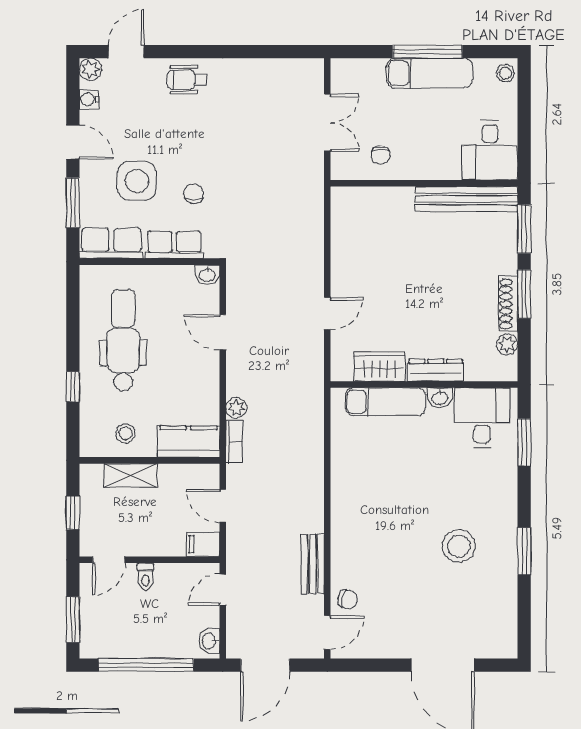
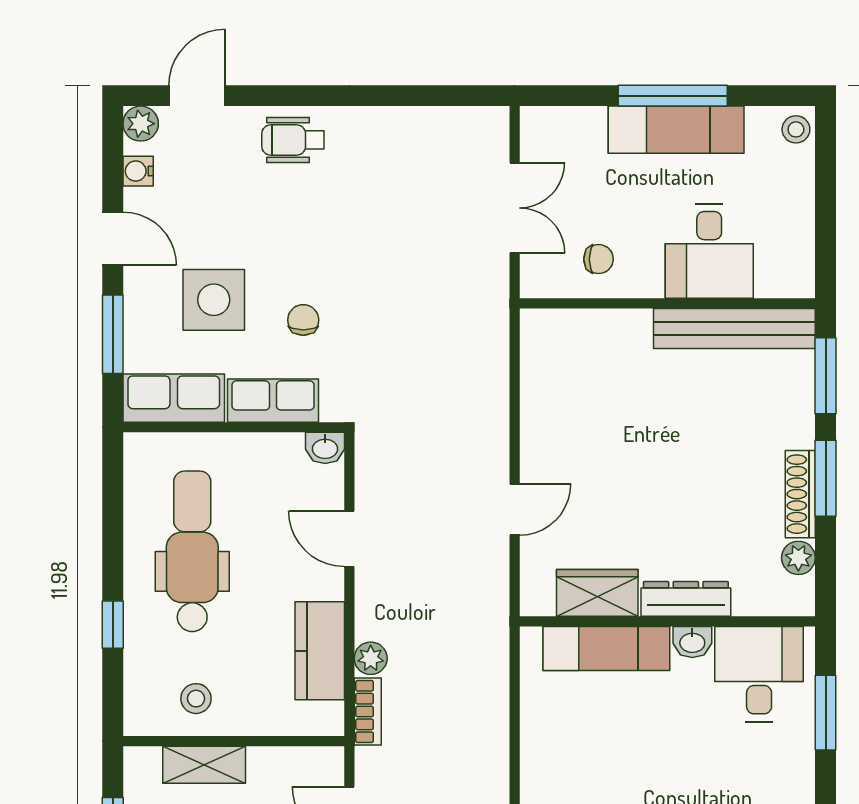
desk: (490, 150) -> (709, 251), moved
chair: (380, 155) -> (598, 259), turned -90
kitchen counter: (188, 442) -> (320, 651), moved, turned -90

